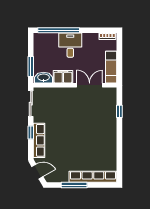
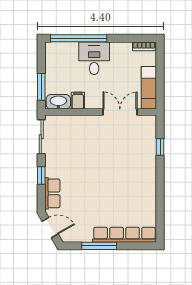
filing cabinet: (63, 77) -> (78, 101), width x0.50
row of seats: (39, 140) -> (52, 193), width x0.68

